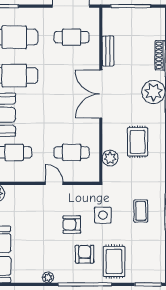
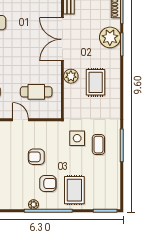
plant: (110, 158) -> (71, 76), moved
side table: (103, 215) -> (77, 138), moved
armchair: (85, 254) -> (48, 184), turned 90
plant: (48, 277) -> (33, 204), moved

